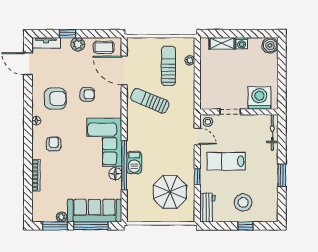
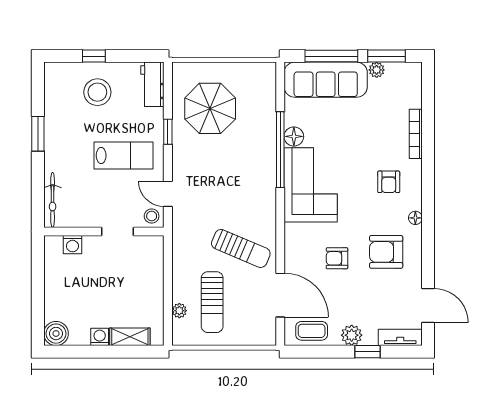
washing machine: (259, 98) -> (72, 245), width x0.53, depth x0.53
barbecue: (134, 163) -> (265, 154), removed

